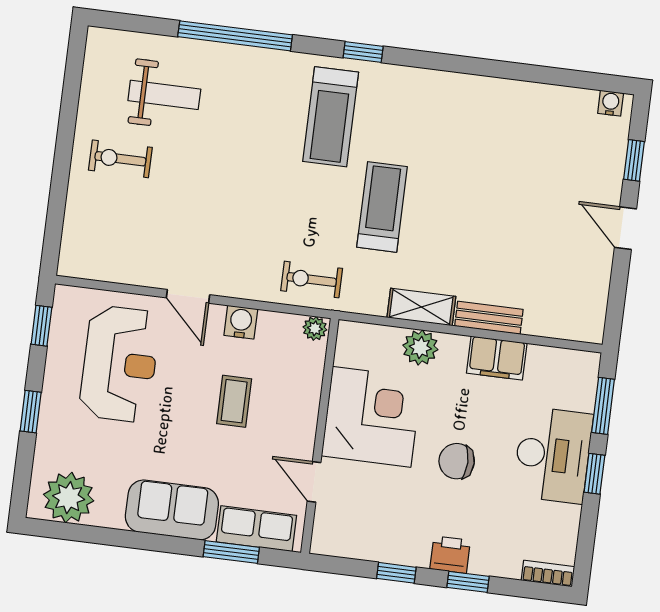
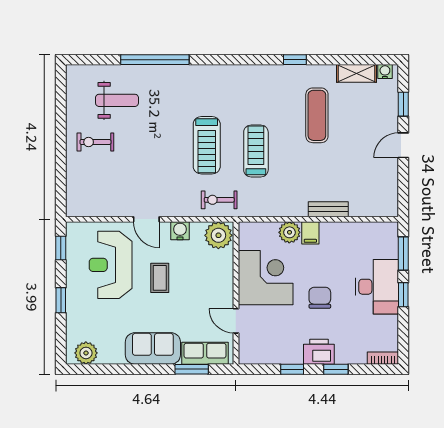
window: (363, 52) -> (295, 60), moved
treadmill: (331, 117) -> (207, 145), moved
exercise mat: (490, 161) -> (317, 115), added
door: (625, 228) -> (403, 145), hinge flipped
shelving: (421, 307) -> (356, 73), moved
plant: (315, 328) -> (218, 235), width x1.88, depth x1.88
filing cabinet: (497, 358) -> (310, 233), moved, width x0.50
reception desk: (120, 364) -> (111, 265), turned 180
coffee table: (234, 401) -> (160, 278), moved
chair: (457, 461) -> (320, 298), turned 90
plant: (69, 498) -> (86, 353), width x0.73, depth x0.73
printer: (450, 555) -> (319, 352), width x1.36, depth x1.24

